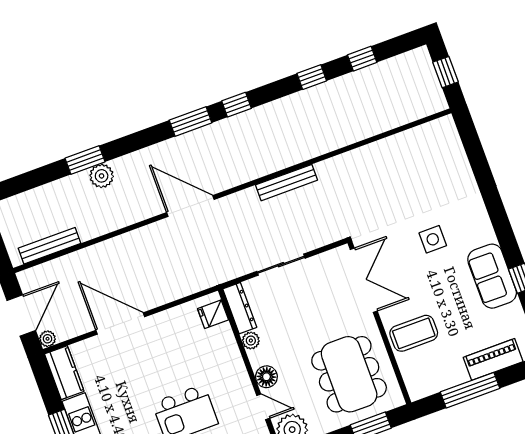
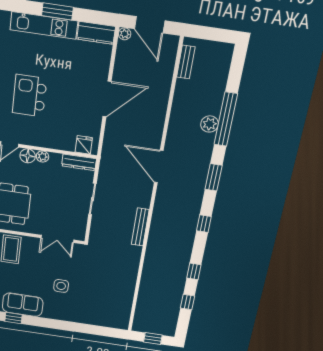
window: (191, 121) -> (214, 177), moved
window: (85, 160) -> (226, 119), width x2.11
door: (190, 206) -> (159, 166), swing flipped
bench: (49, 246) -> (186, 62), width x0.73
double door: (364, 280) -> (57, 239), width x0.73
door: (120, 323) -> (107, 99), moved
plant: (251, 341) -> (43, 157), moved

